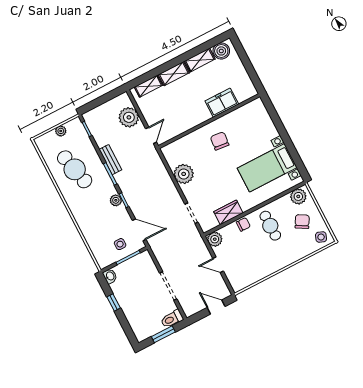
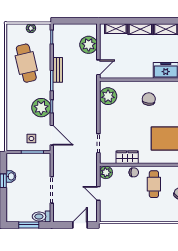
plant: (184, 174) -> (108, 96), moved
plant: (116, 200) -> (41, 108), width x1.87, depth x1.87
washbasin: (110, 276) -> (11, 176), moved
door: (216, 307) -> (80, 225), hinge flipped

